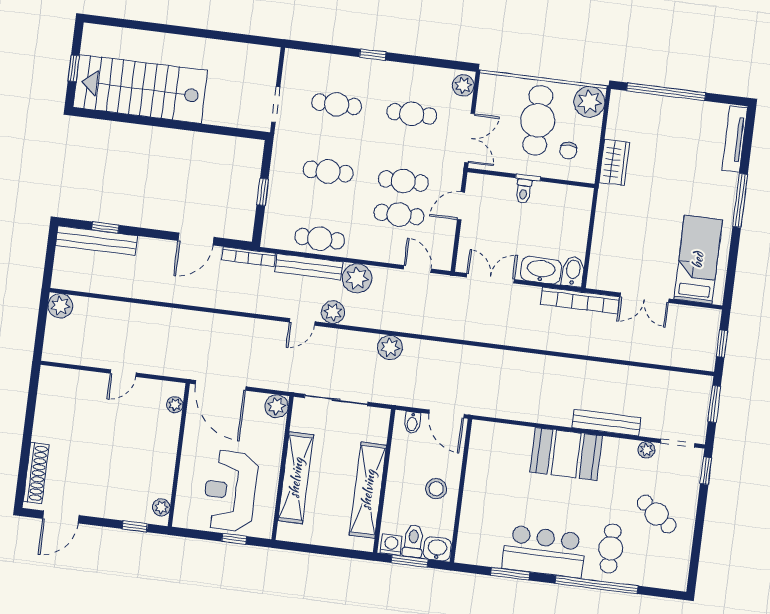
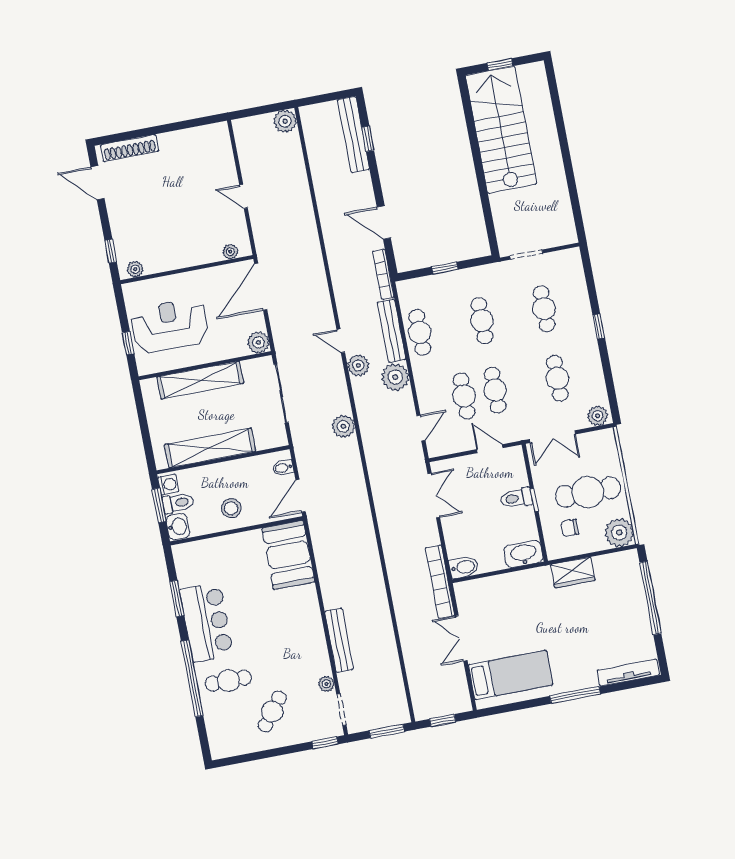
toilet: (524, 191) -> (516, 498), width x1.37, depth x1.39
washbasin: (541, 270) -> (524, 554), moved, turned -90
booth: (566, 454) -> (288, 555), moved

